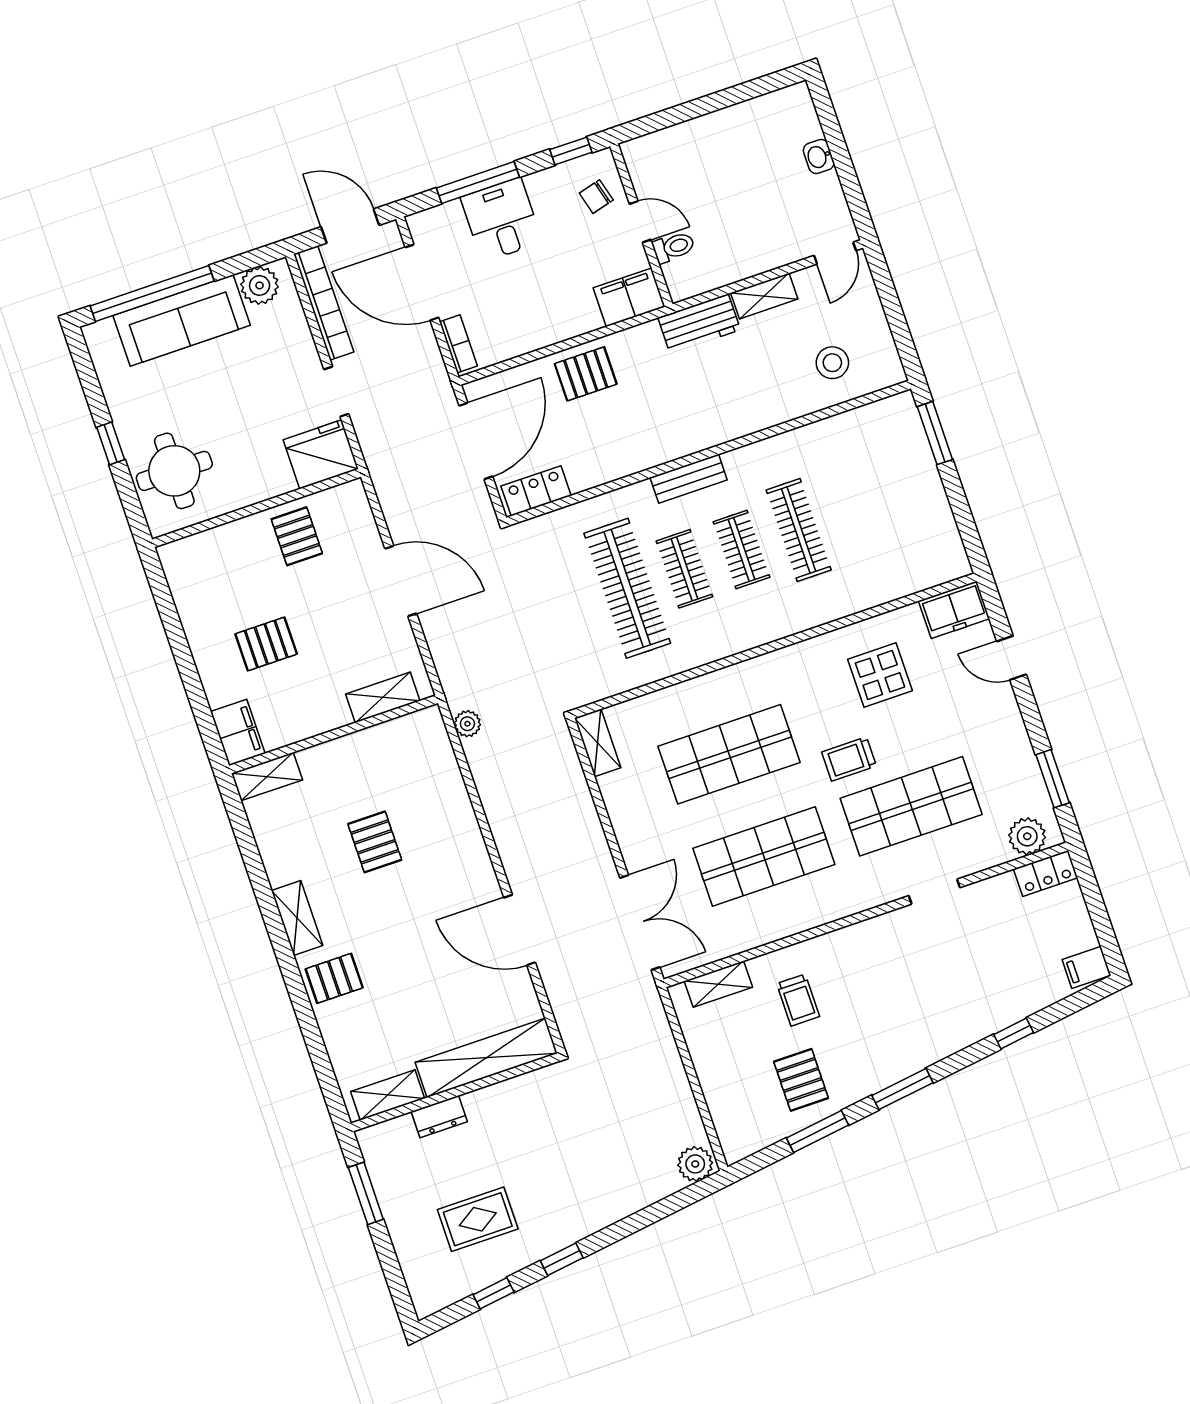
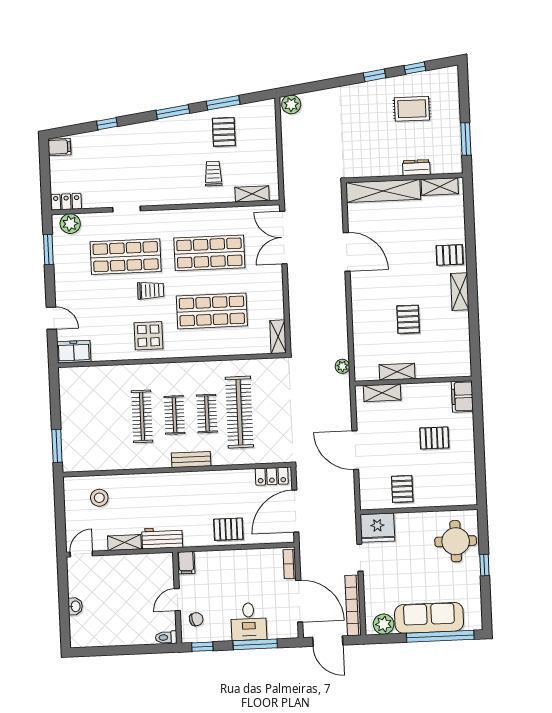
door: (640, 222) -> (177, 600), hinge flipped
toilet: (674, 247) -> (166, 637), moved
filing cabinet: (629, 297) -> (186, 563), width x0.50
display table: (880, 675) -> (148, 336), moved
shelving: (267, 777) -> (397, 372), moved

